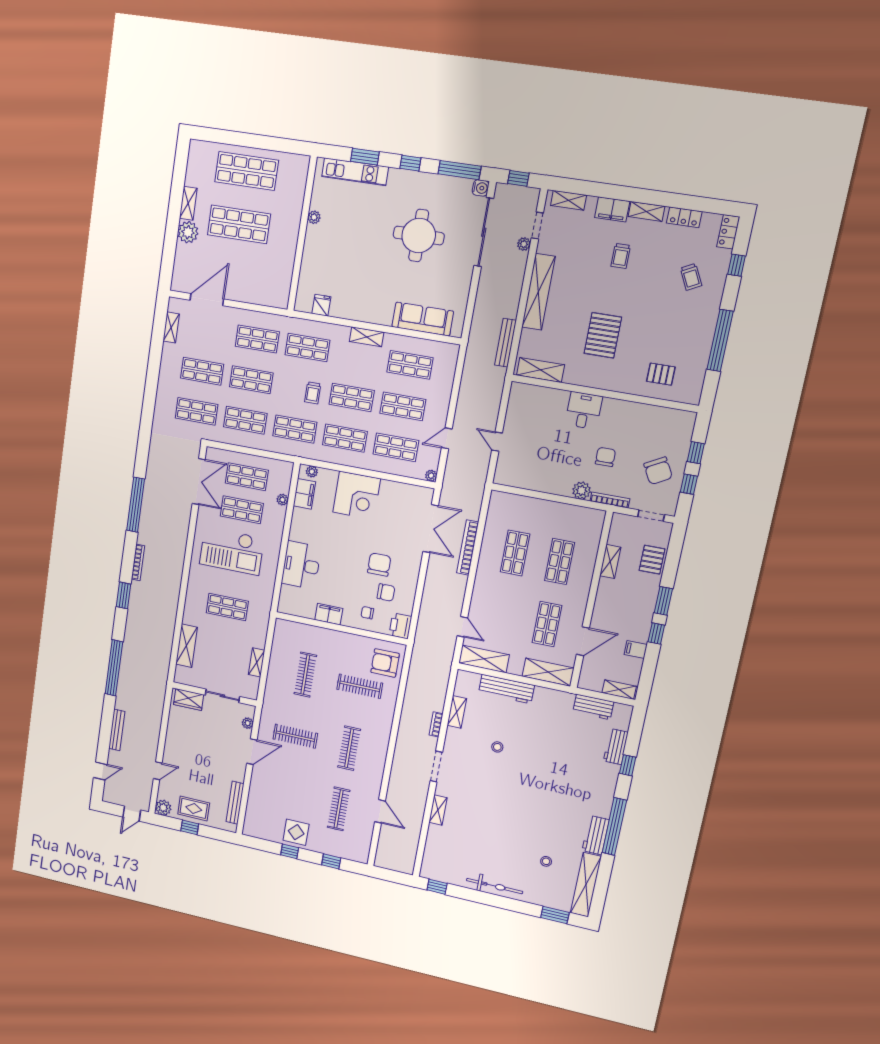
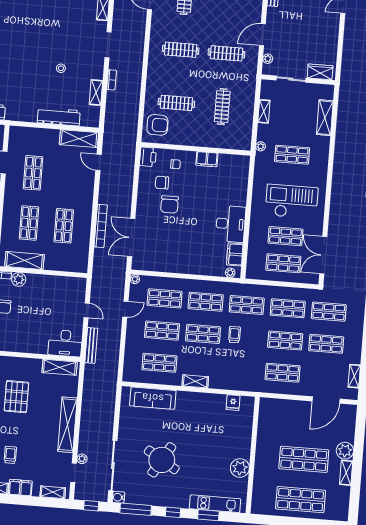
plant: (314, 217) -> (240, 468), width x1.88, depth x1.88
round table: (419, 235) -> (162, 460), turned 31
bench: (505, 343) -> (91, 345), moved
shop shelf: (307, 348) -> (241, 369), removed
desk: (584, 411) -> (65, 343), moved, width x1.37
corner desk: (357, 495) -> (192, 258), removed
plant: (282, 500) -> (261, 146), moved
desk: (301, 565) -> (231, 224), moved
shelving: (548, 672) -> (24, 260), moved
clothes rail: (349, 748) -> (181, 50), turned 90

